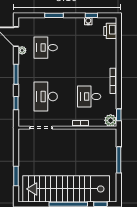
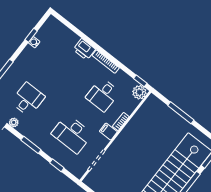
printer: (110, 31) -> (84, 49), moved
desk: (46, 48) -> (28, 99), turned 180
filing cabinet: (67, 120) -> (108, 132), added

